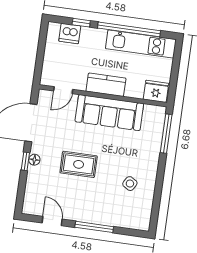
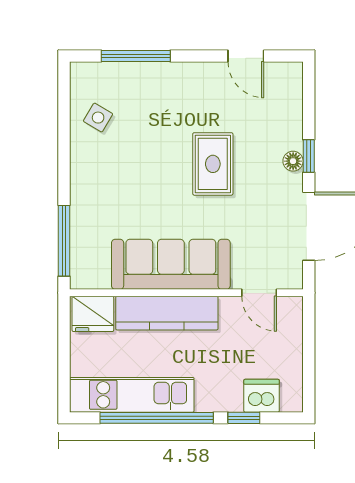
kitchen counter: (106, 85) -> (167, 313), width x1.50
door: (63, 90) -> (259, 293), swing flipped
rug: (79, 164) -> (213, 164), turned 90
side table: (130, 184) -> (98, 118), moved
window: (94, 227) -> (136, 56), moved

